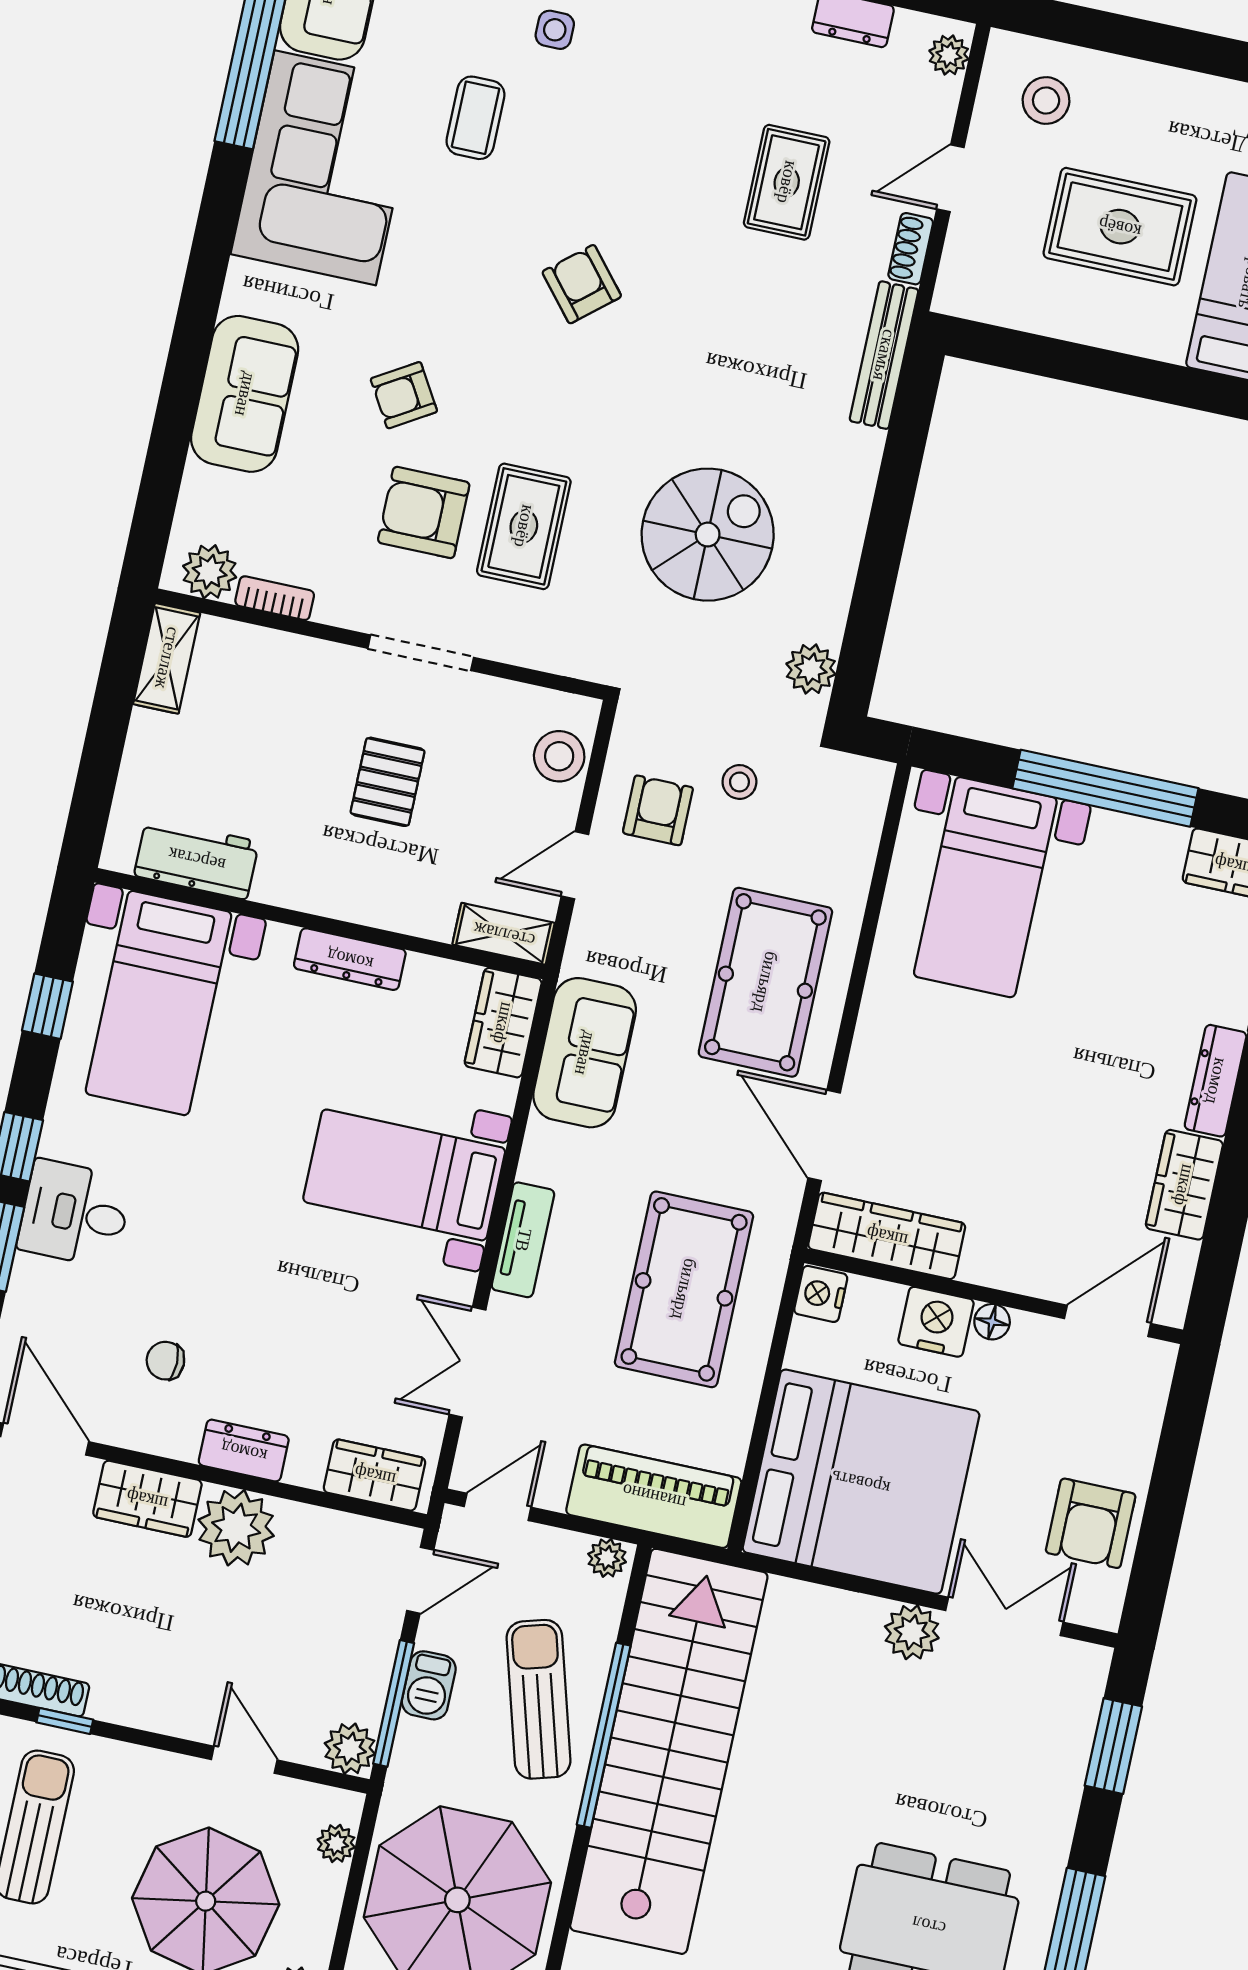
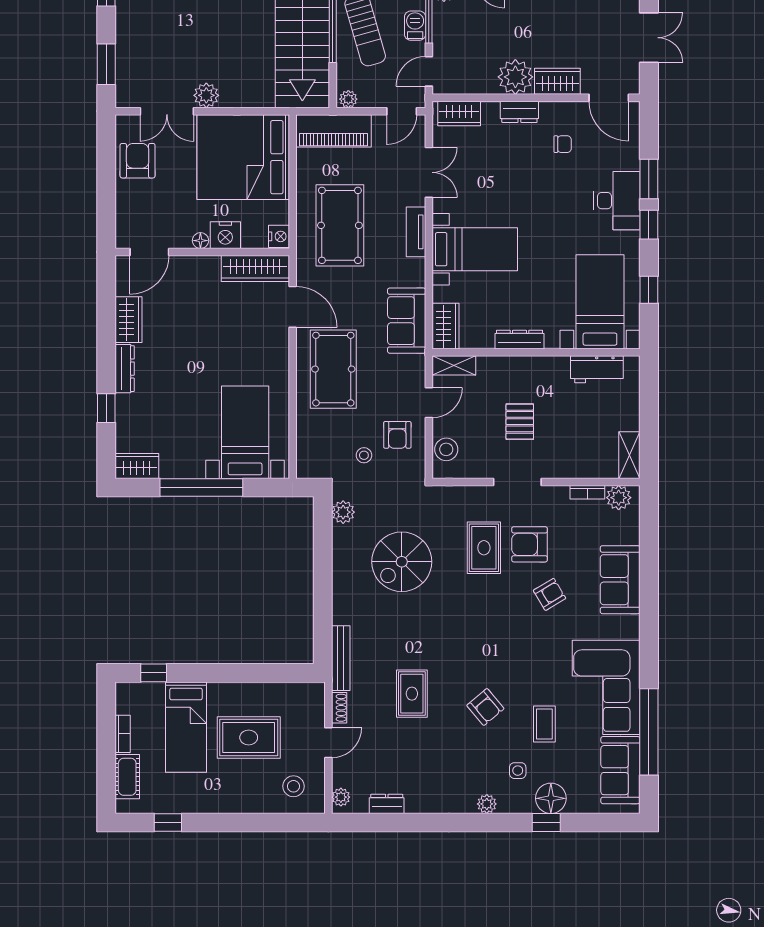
rug: (787, 182) -> (412, 694), moved
armchair: (582, 284) -> (485, 707), moved
armchair: (424, 512) -> (530, 544), turned 180
desk: (75, 1213) -> (617, 201), width x1.37

